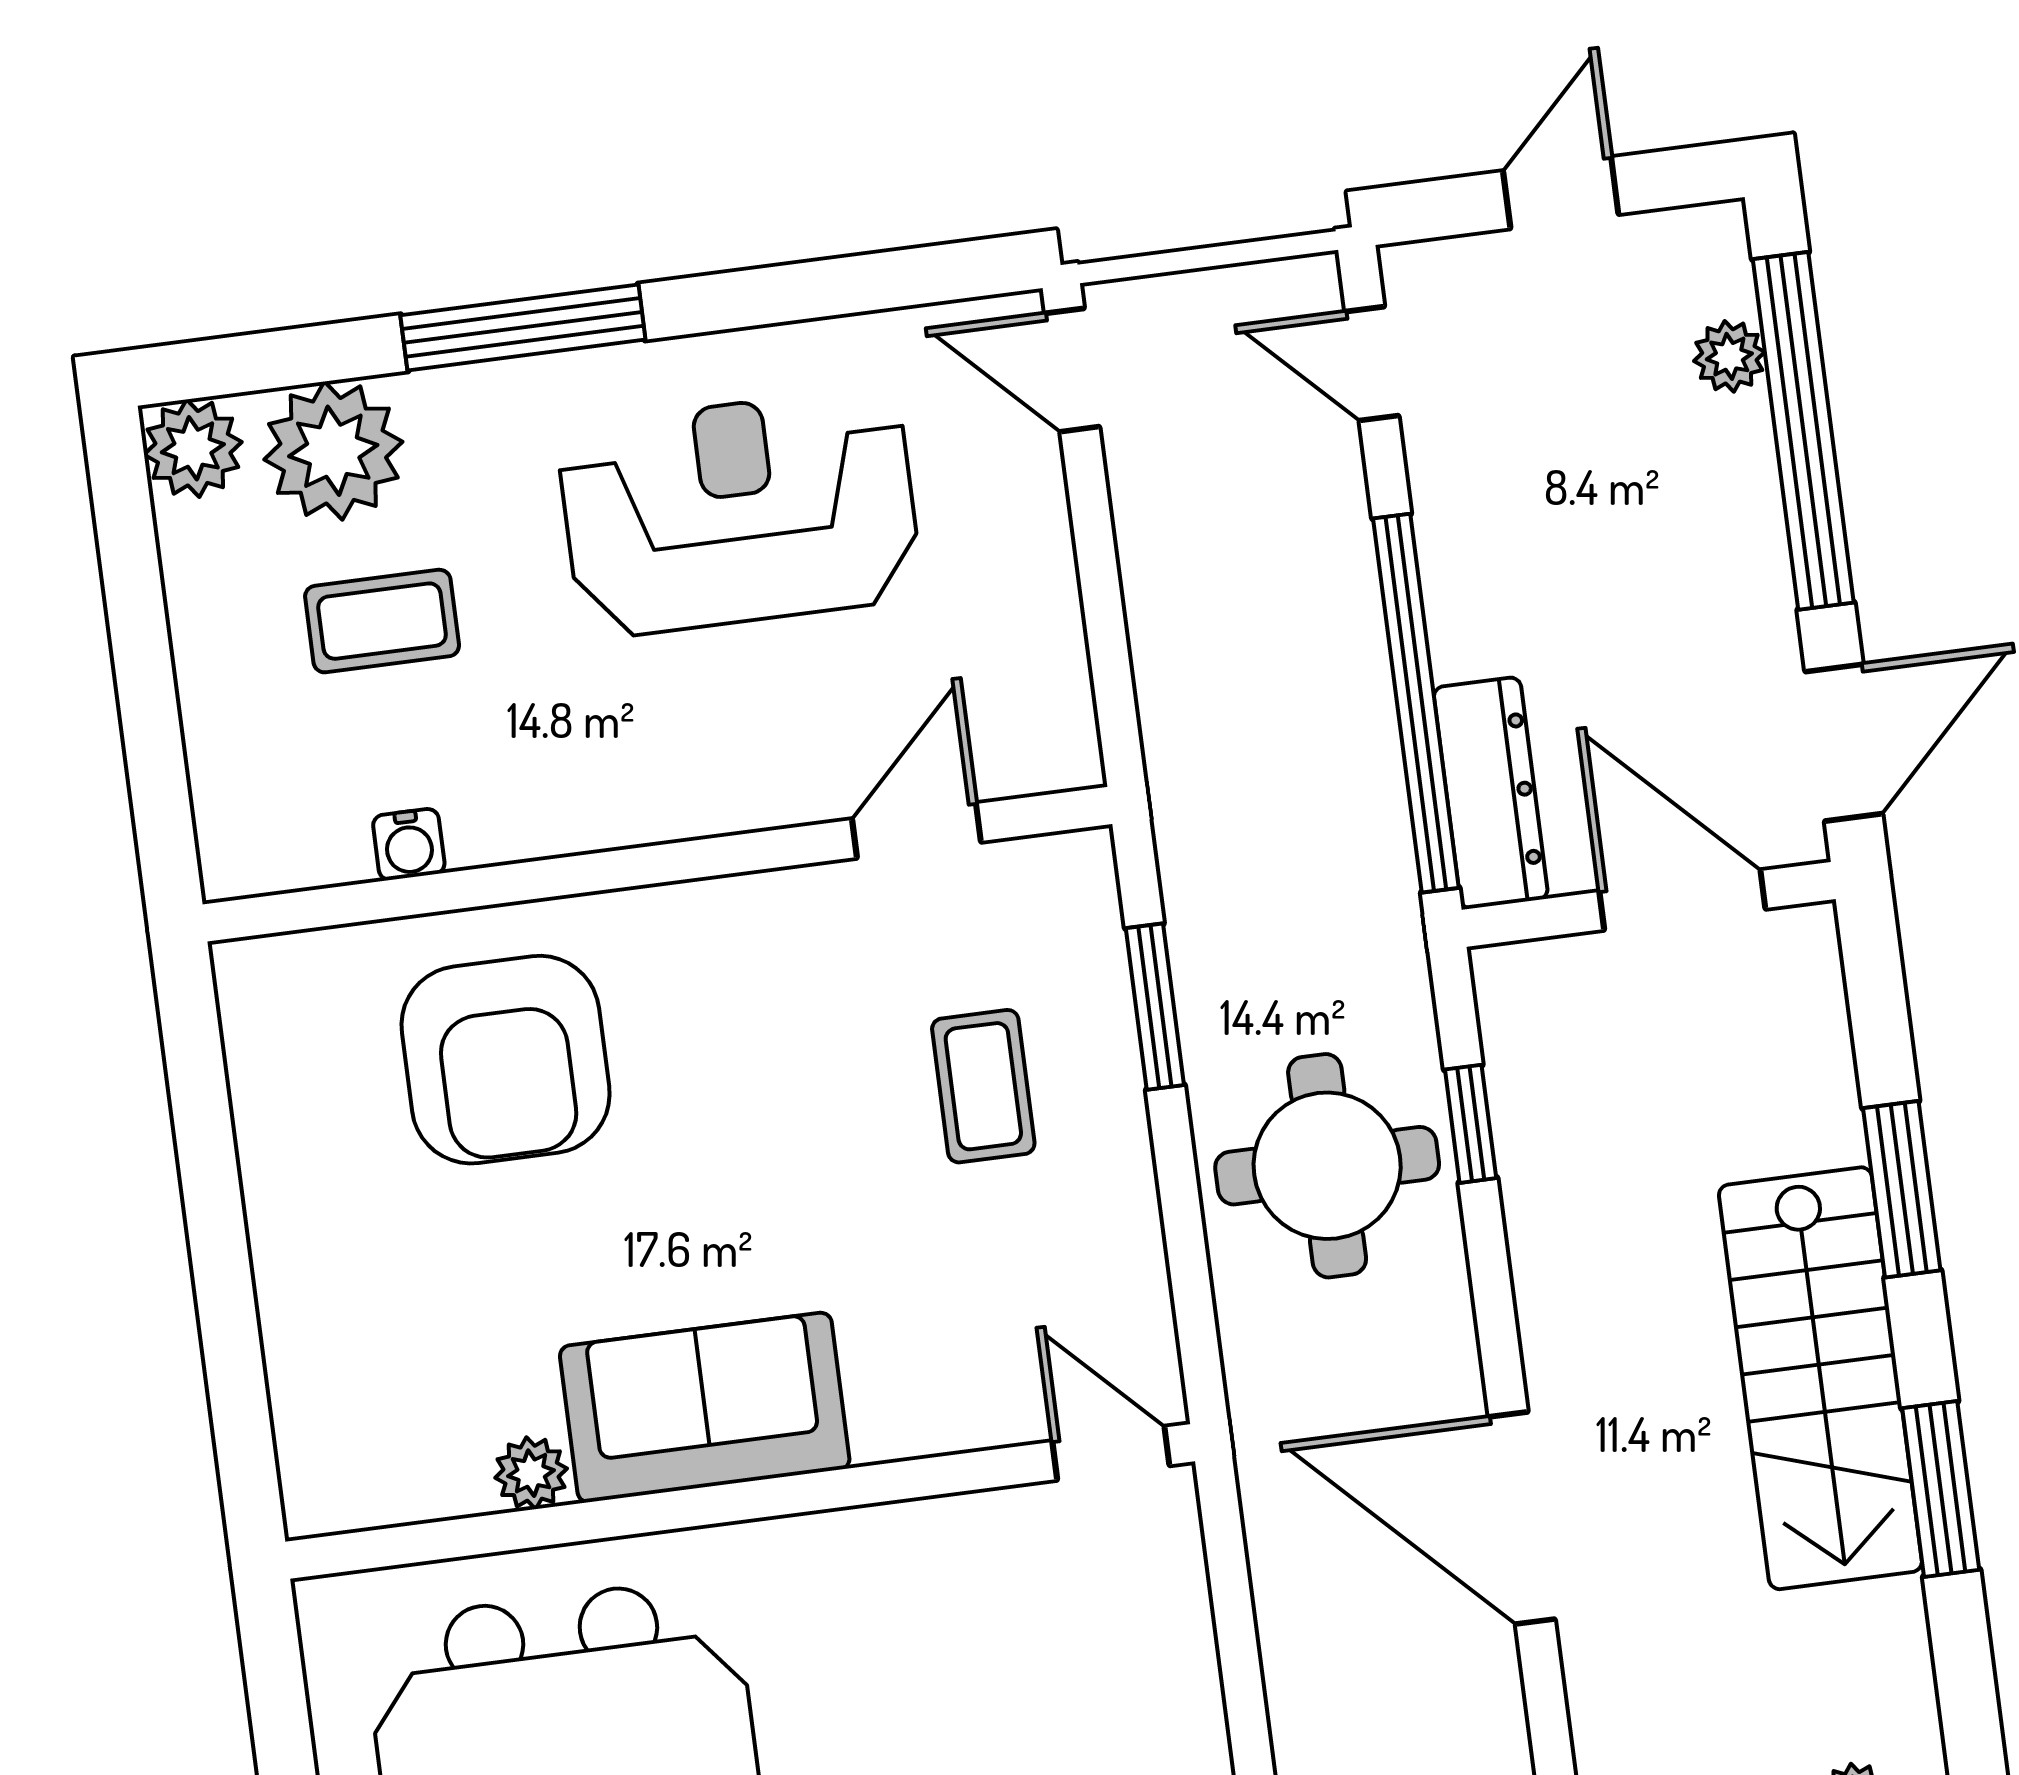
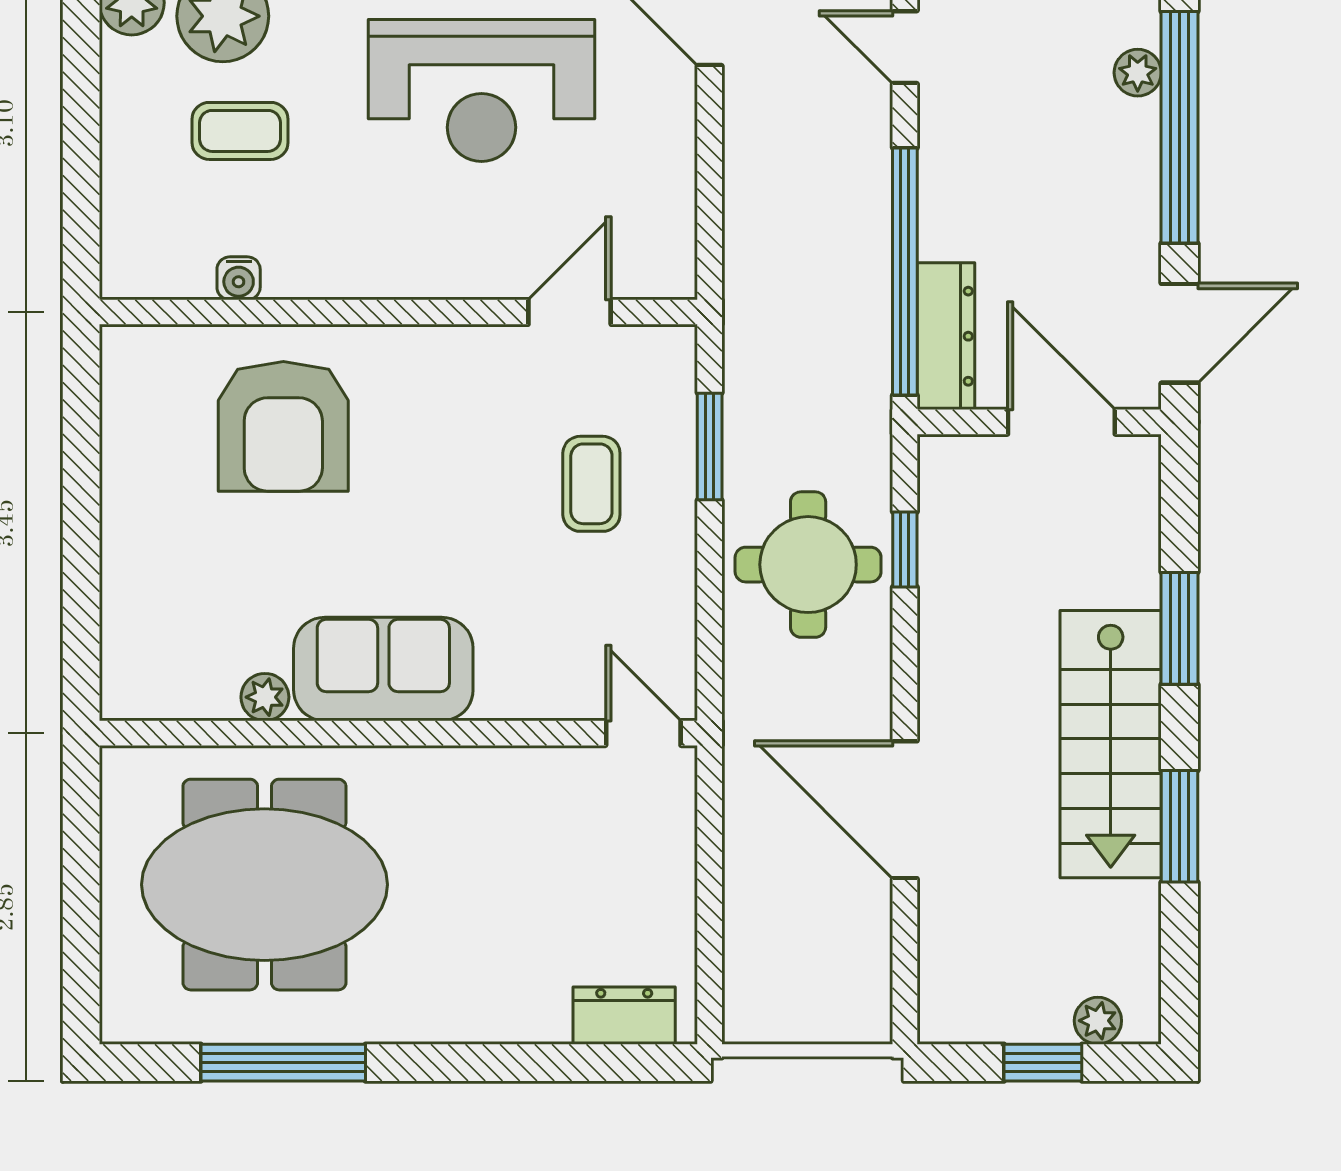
reception desk: (740, 512) -> (482, 90), turned 180

